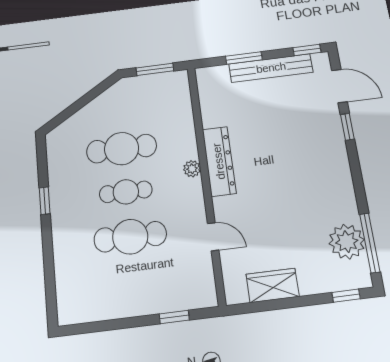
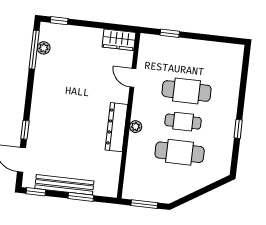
plant: (347, 242) -> (44, 48), width x0.53, depth x0.53
wardrobe: (273, 285) -> (119, 40), moved

